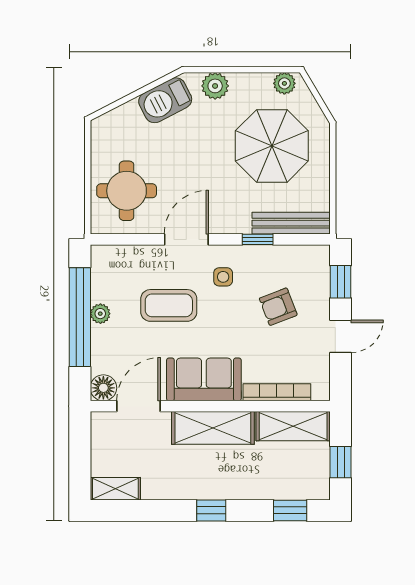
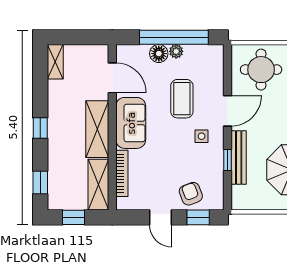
bench: (291, 223) -> (239, 157), moved
door: (186, 239) -> (228, 111), hinge flipped
armchair: (278, 307) -> (191, 194), moved
floor lamp: (103, 388) -> (159, 54), moved

